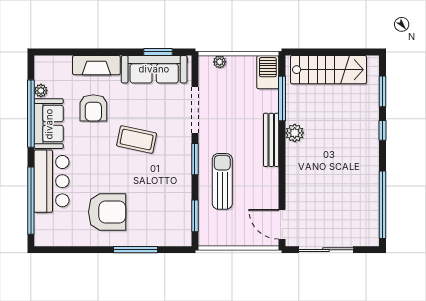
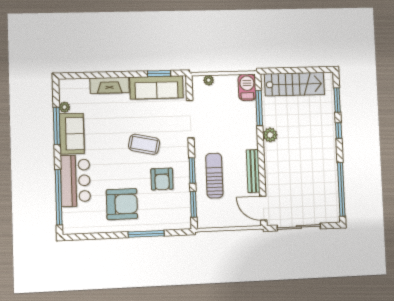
armchair: (93, 108) -> (162, 179), moved
window: (31, 114) -> (57, 126), width x0.68
bench: (271, 140) -> (253, 171), moved
window: (195, 159) -> (192, 170), moved

